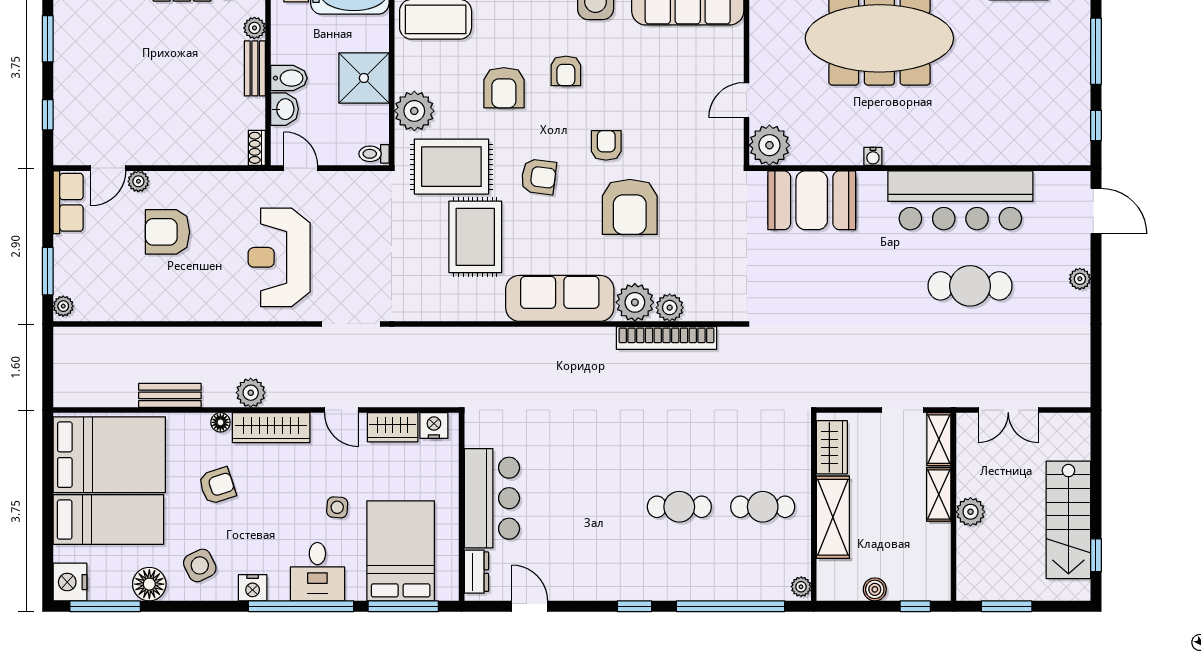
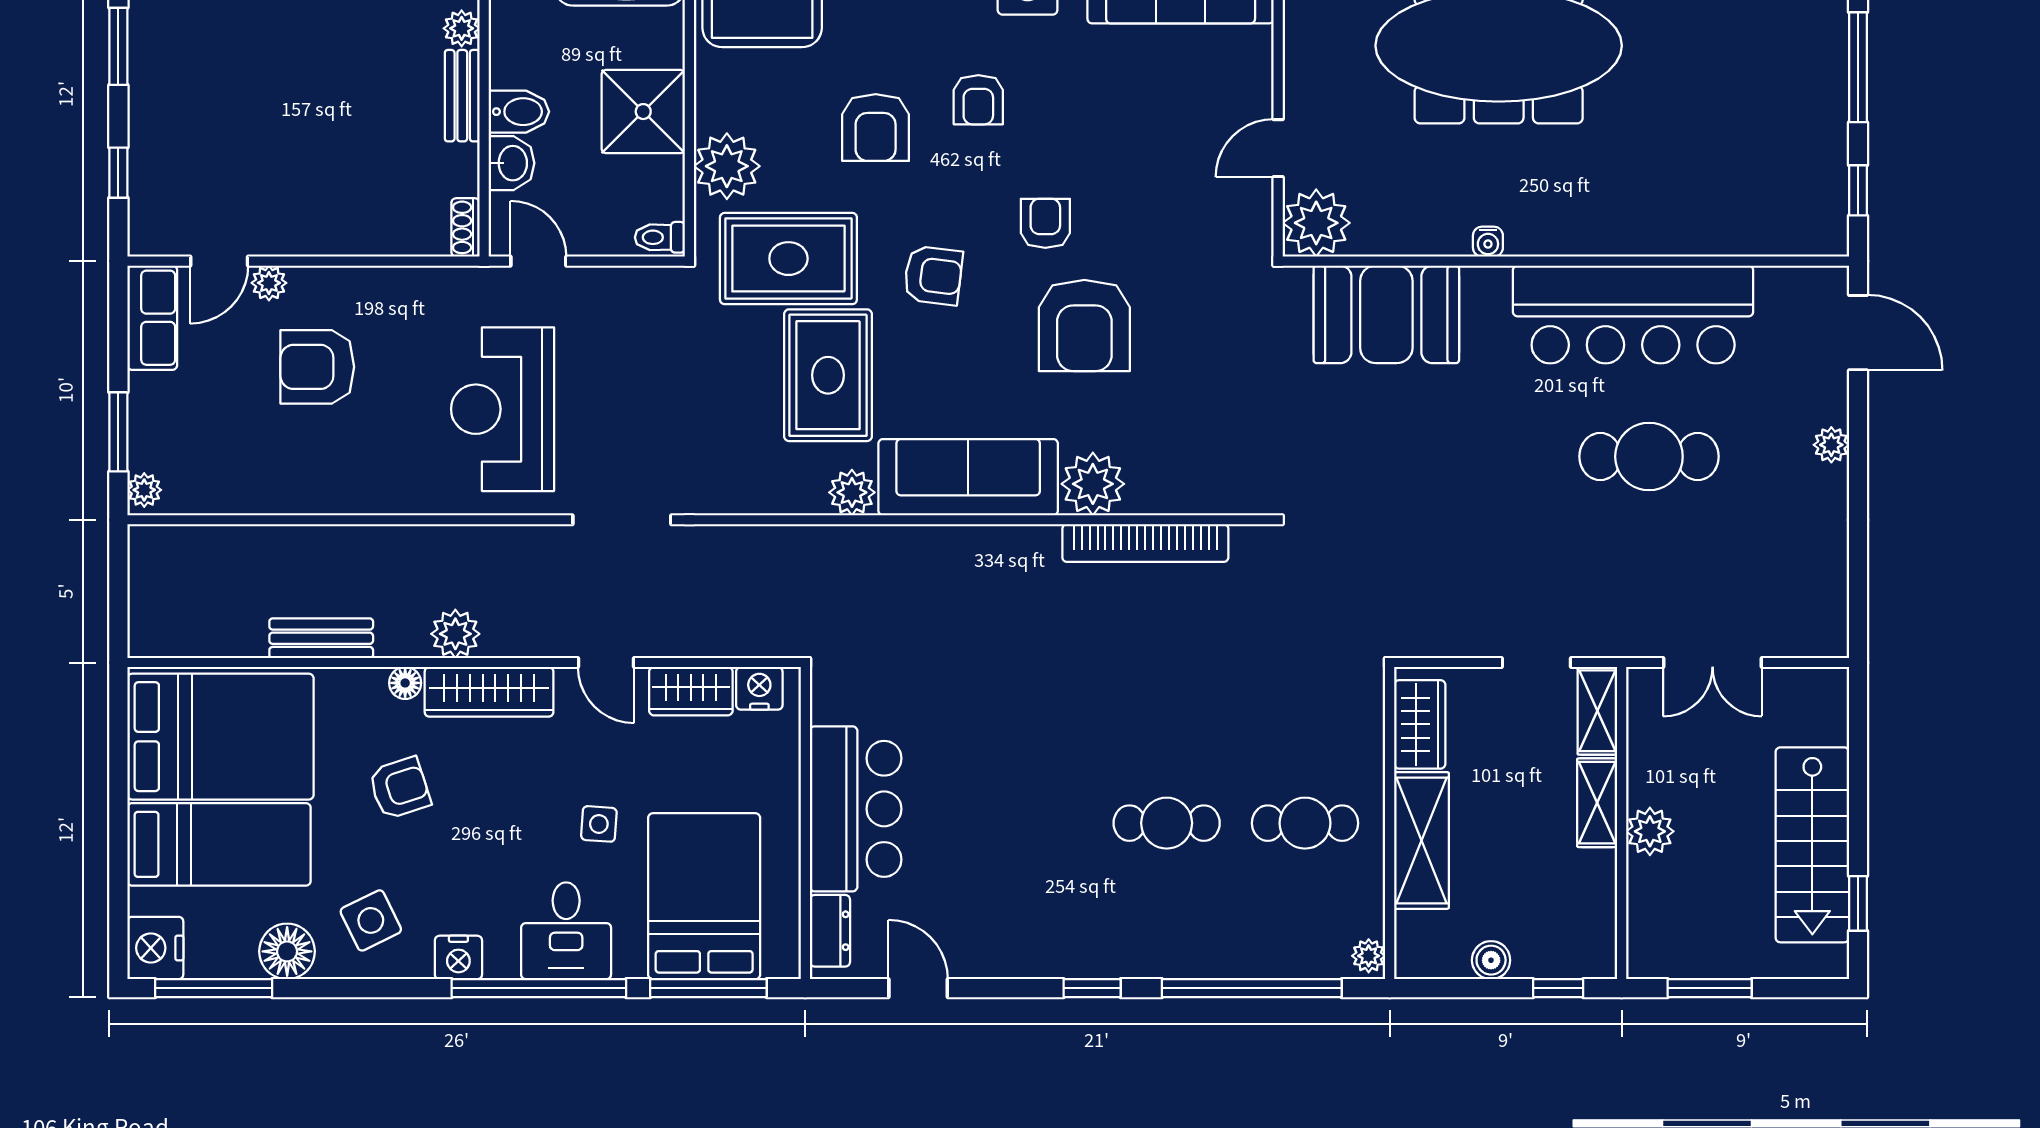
plant: (670, 308) -> (852, 492), moved

